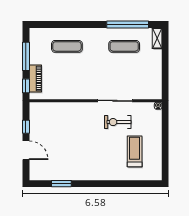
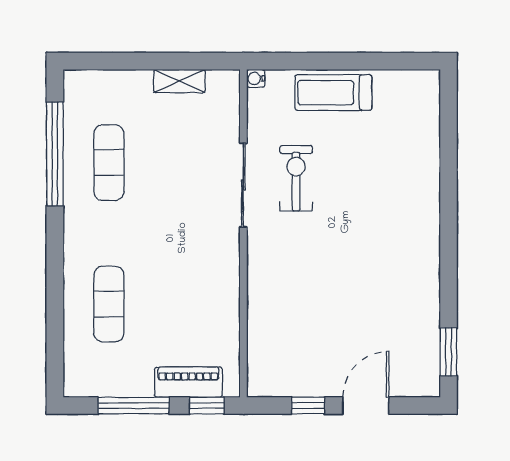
shelving: (157, 38) -> (179, 81), moved
exercise bike: (118, 122) -> (296, 178), turned 180
treadmill: (135, 151) -> (333, 93), moved
window: (61, 184) -> (448, 352), moved

